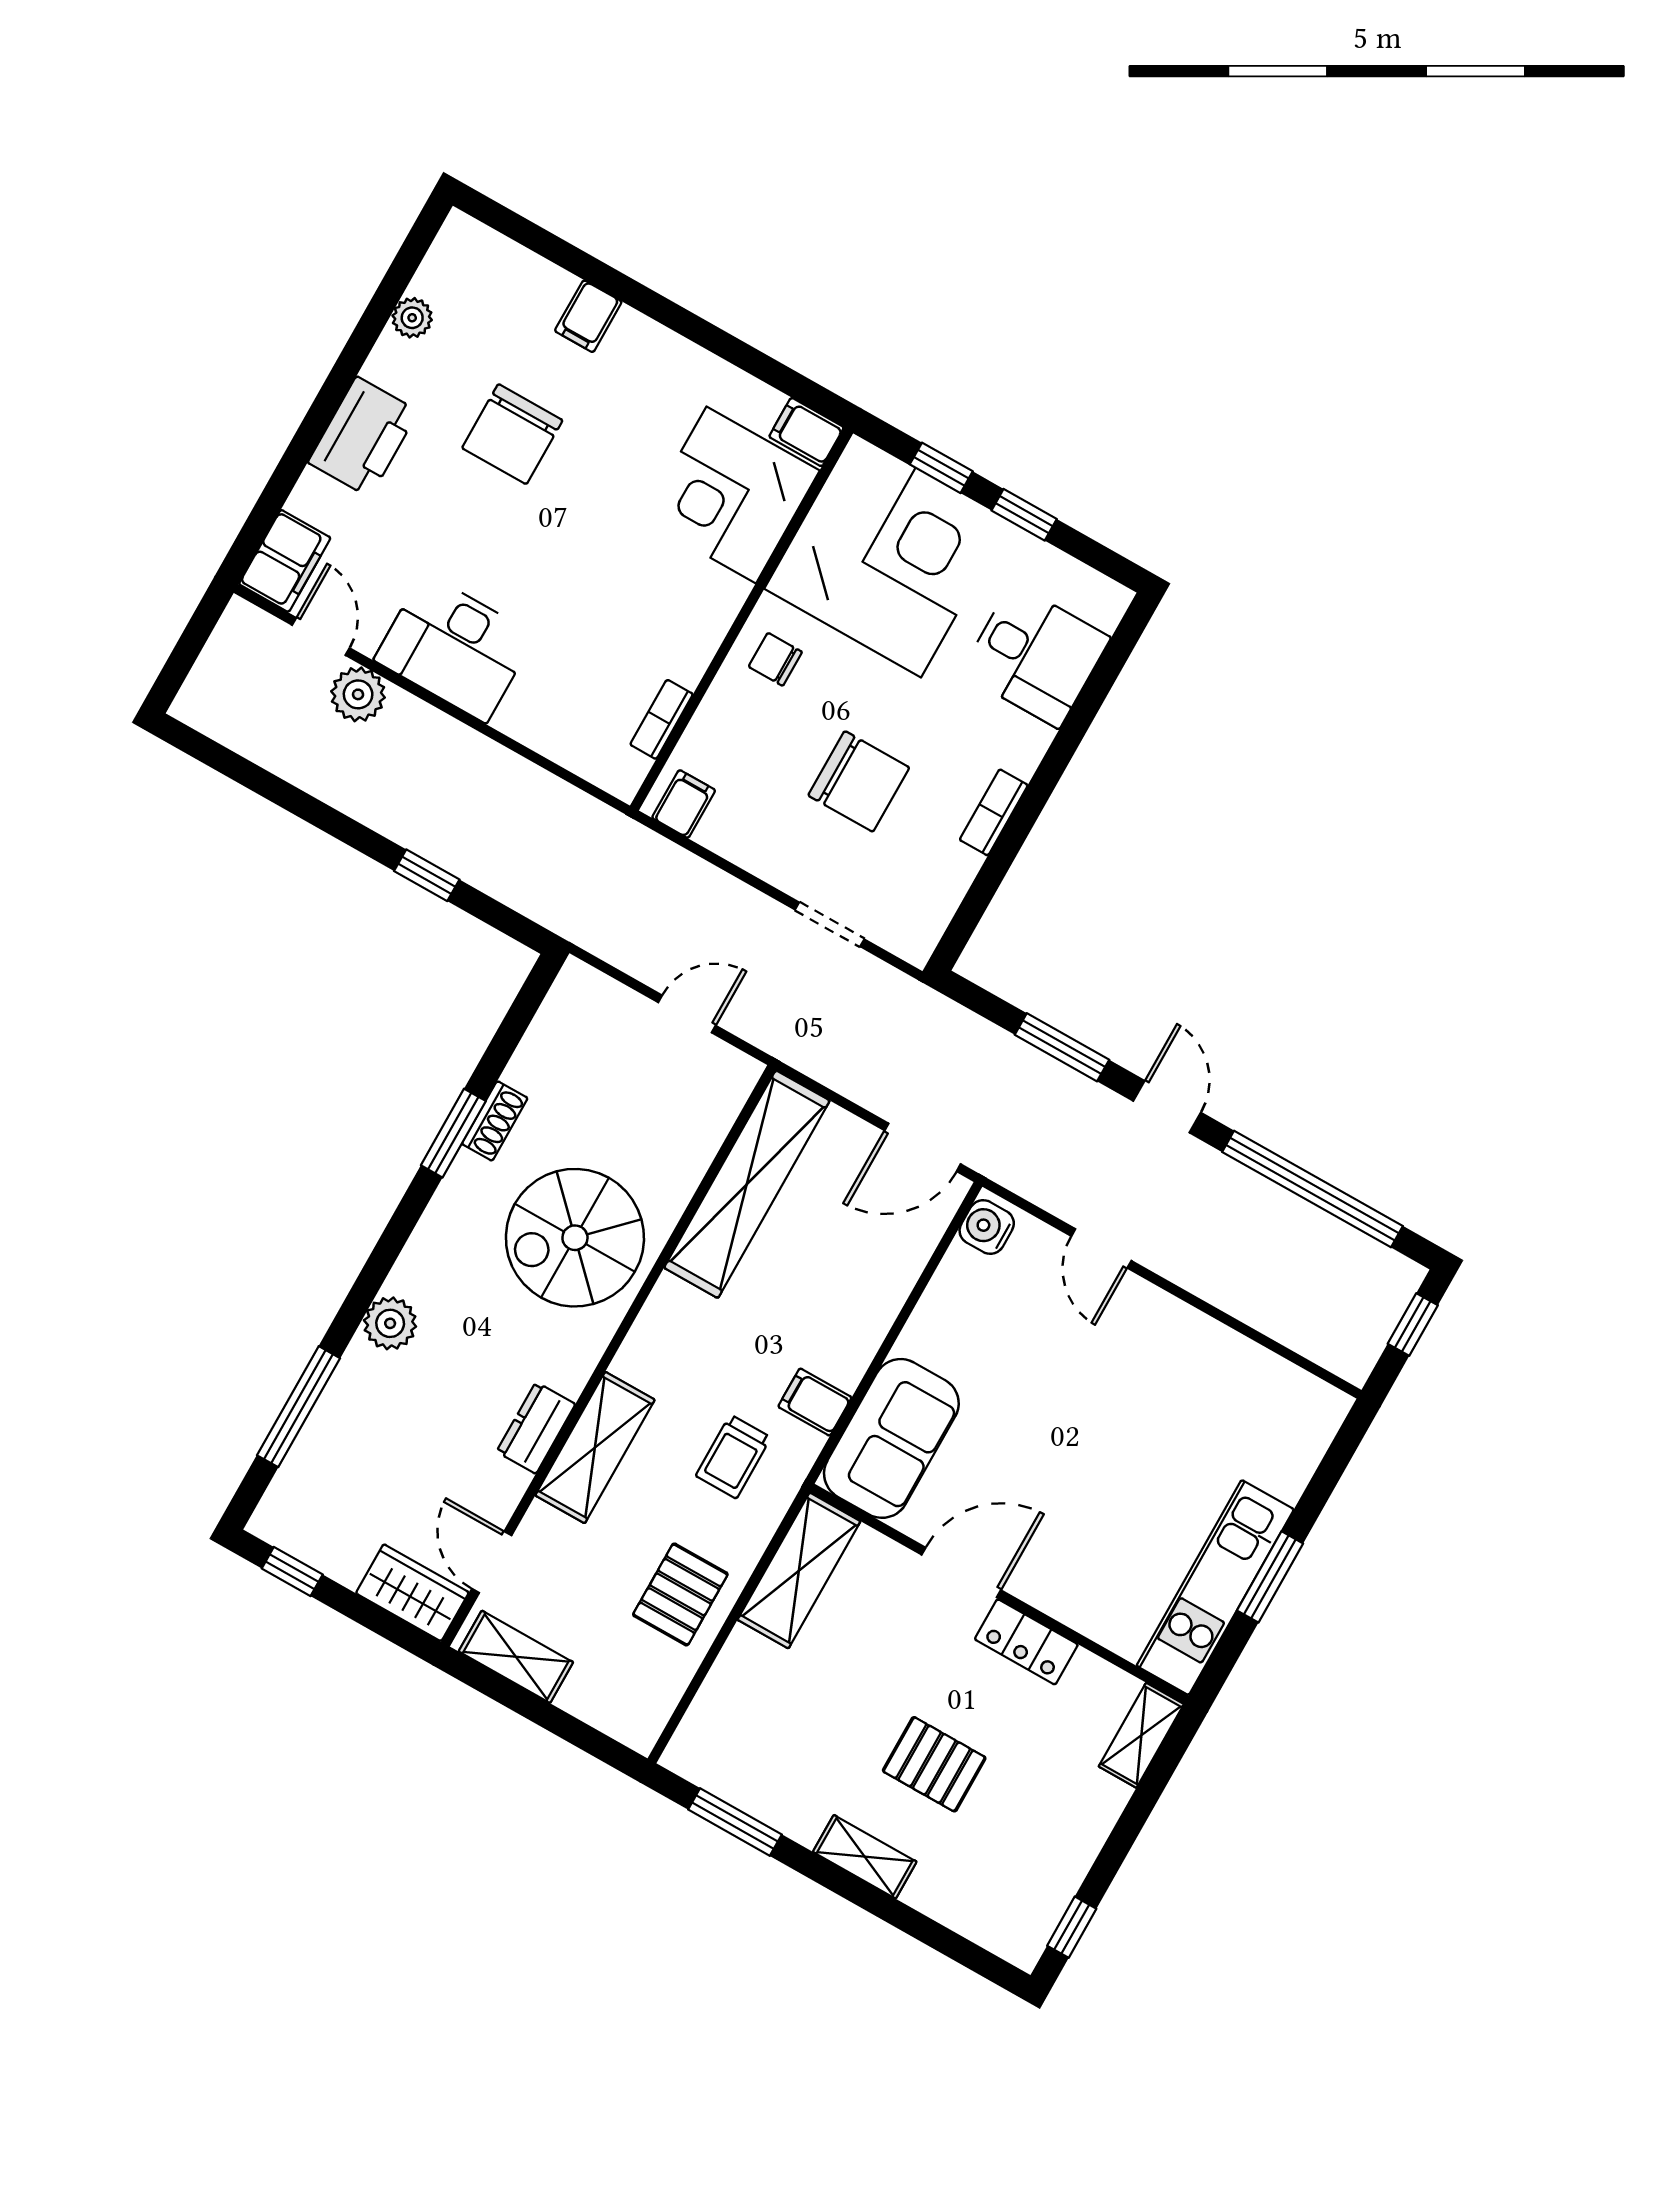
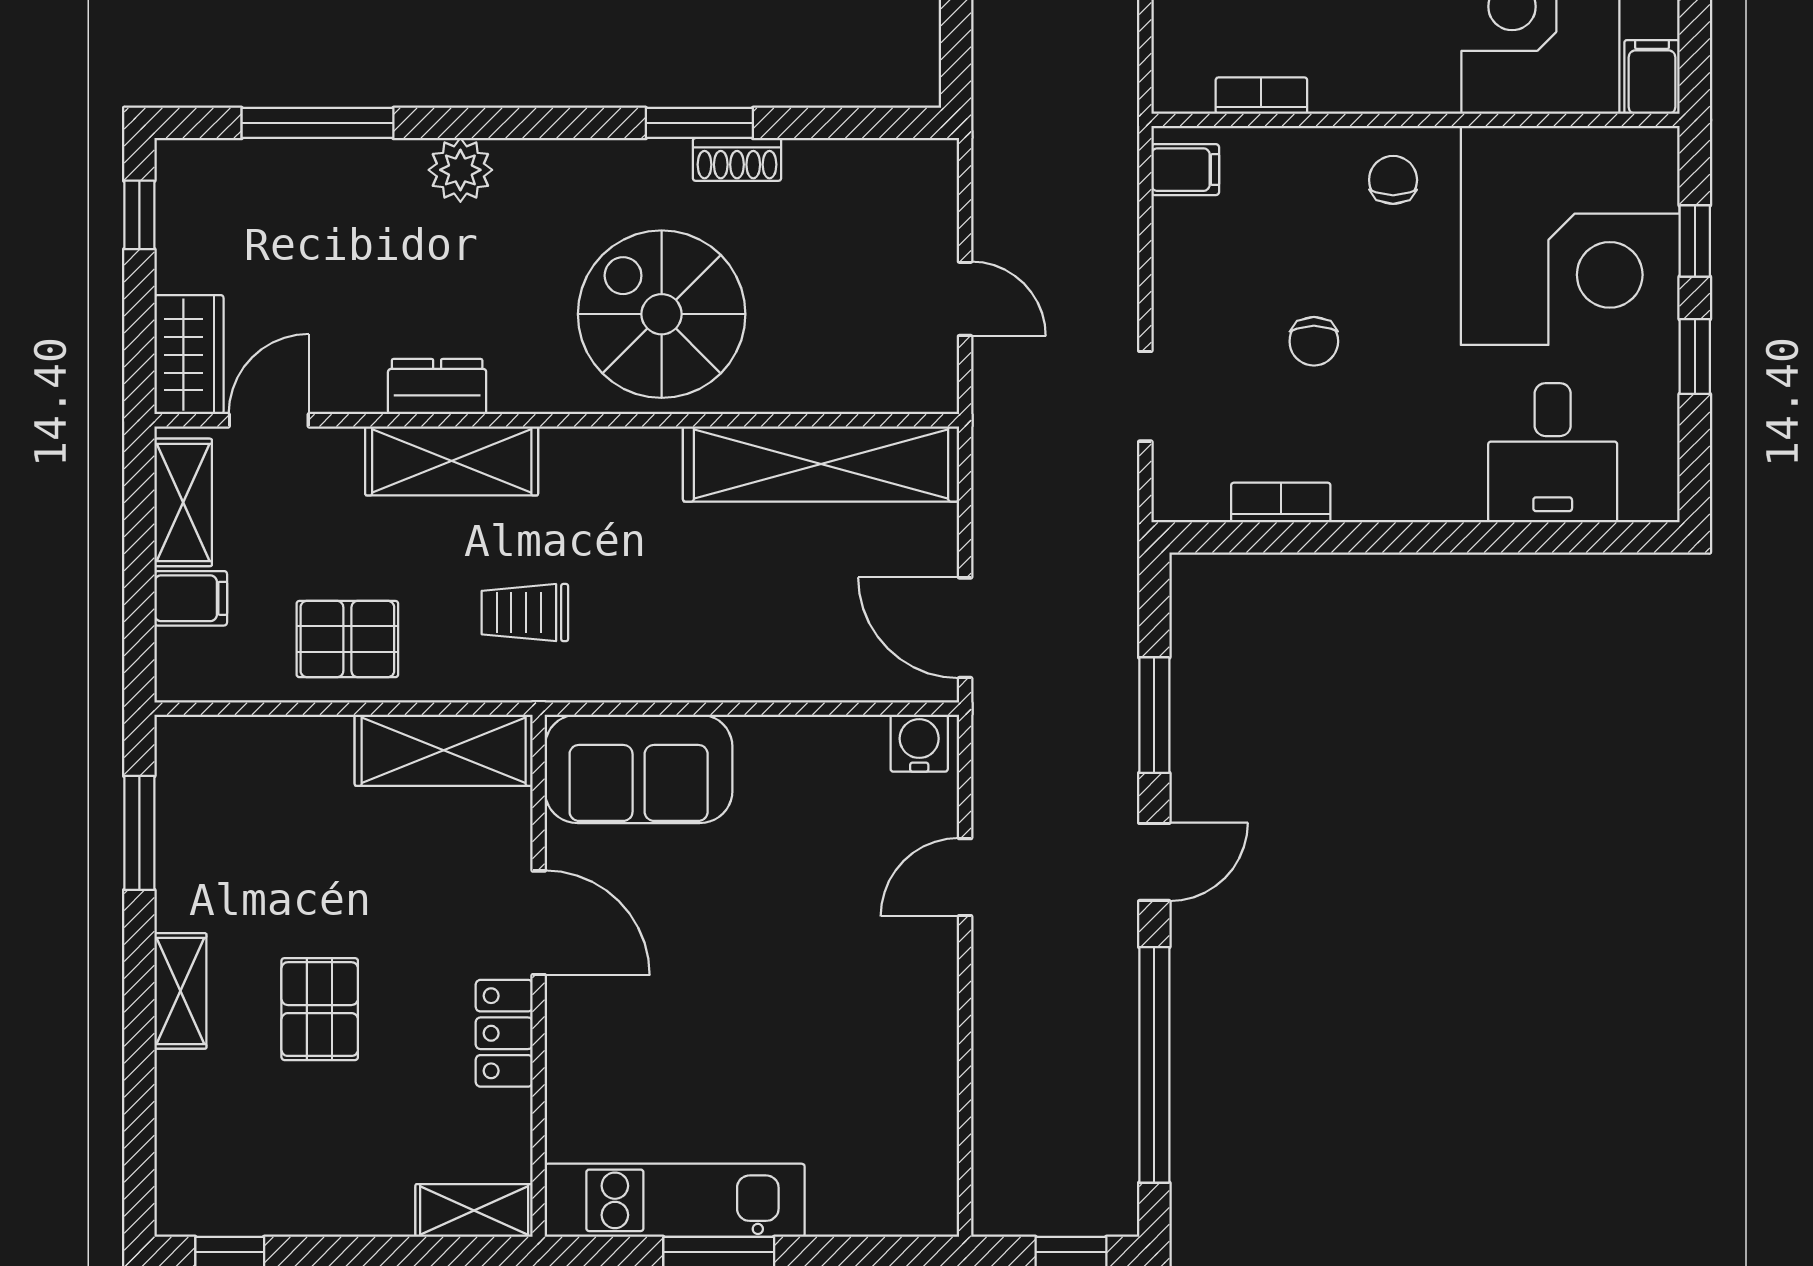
chair: (859, 781) -> (1314, 341), width x0.54, depth x0.54
bookcase: (994, 812) -> (1281, 502), moved
filing cabinet: (815, 1402) -> (191, 598), moved, turned 90

